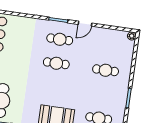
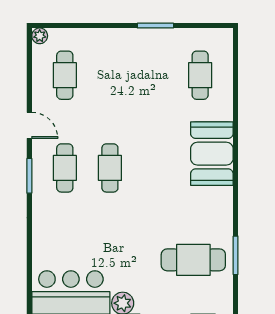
cafe table: (106, 70) -> (65, 75), moved

